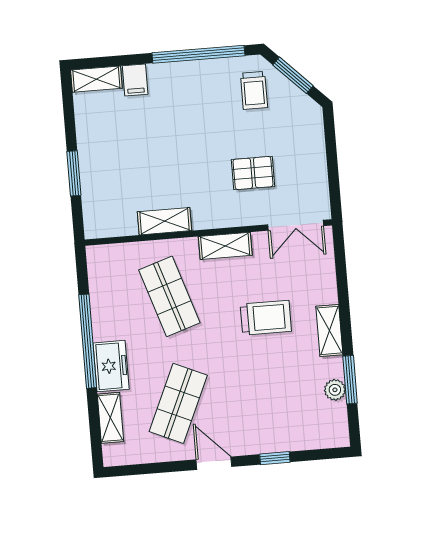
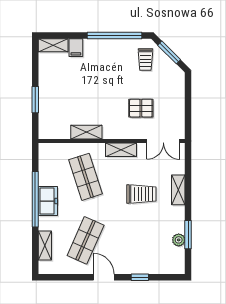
shelving: (329, 330) -> (178, 190), moved
freezer: (111, 366) -> (48, 201), moved

